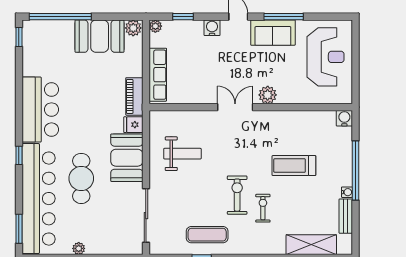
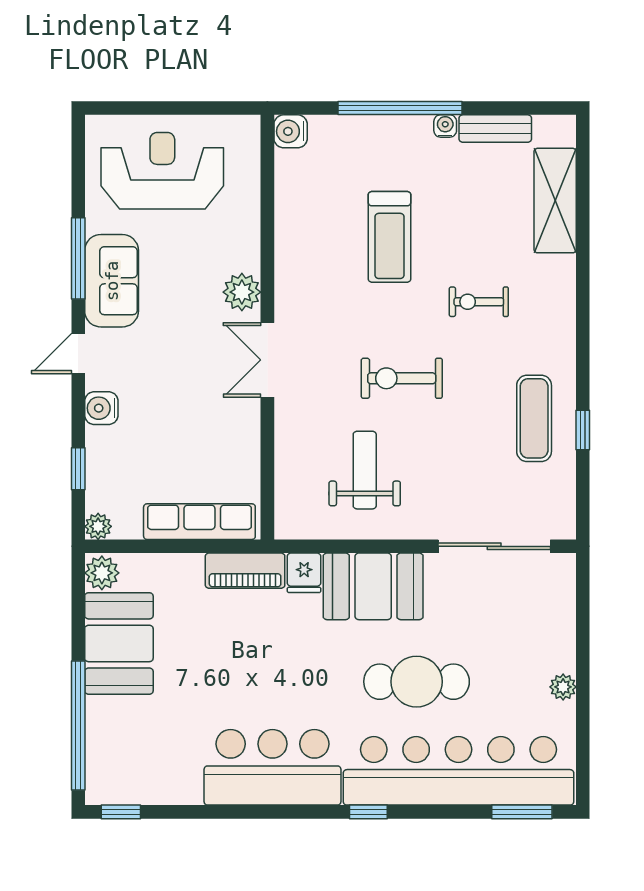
exercise bike: (237, 195) -> (402, 378), moved

